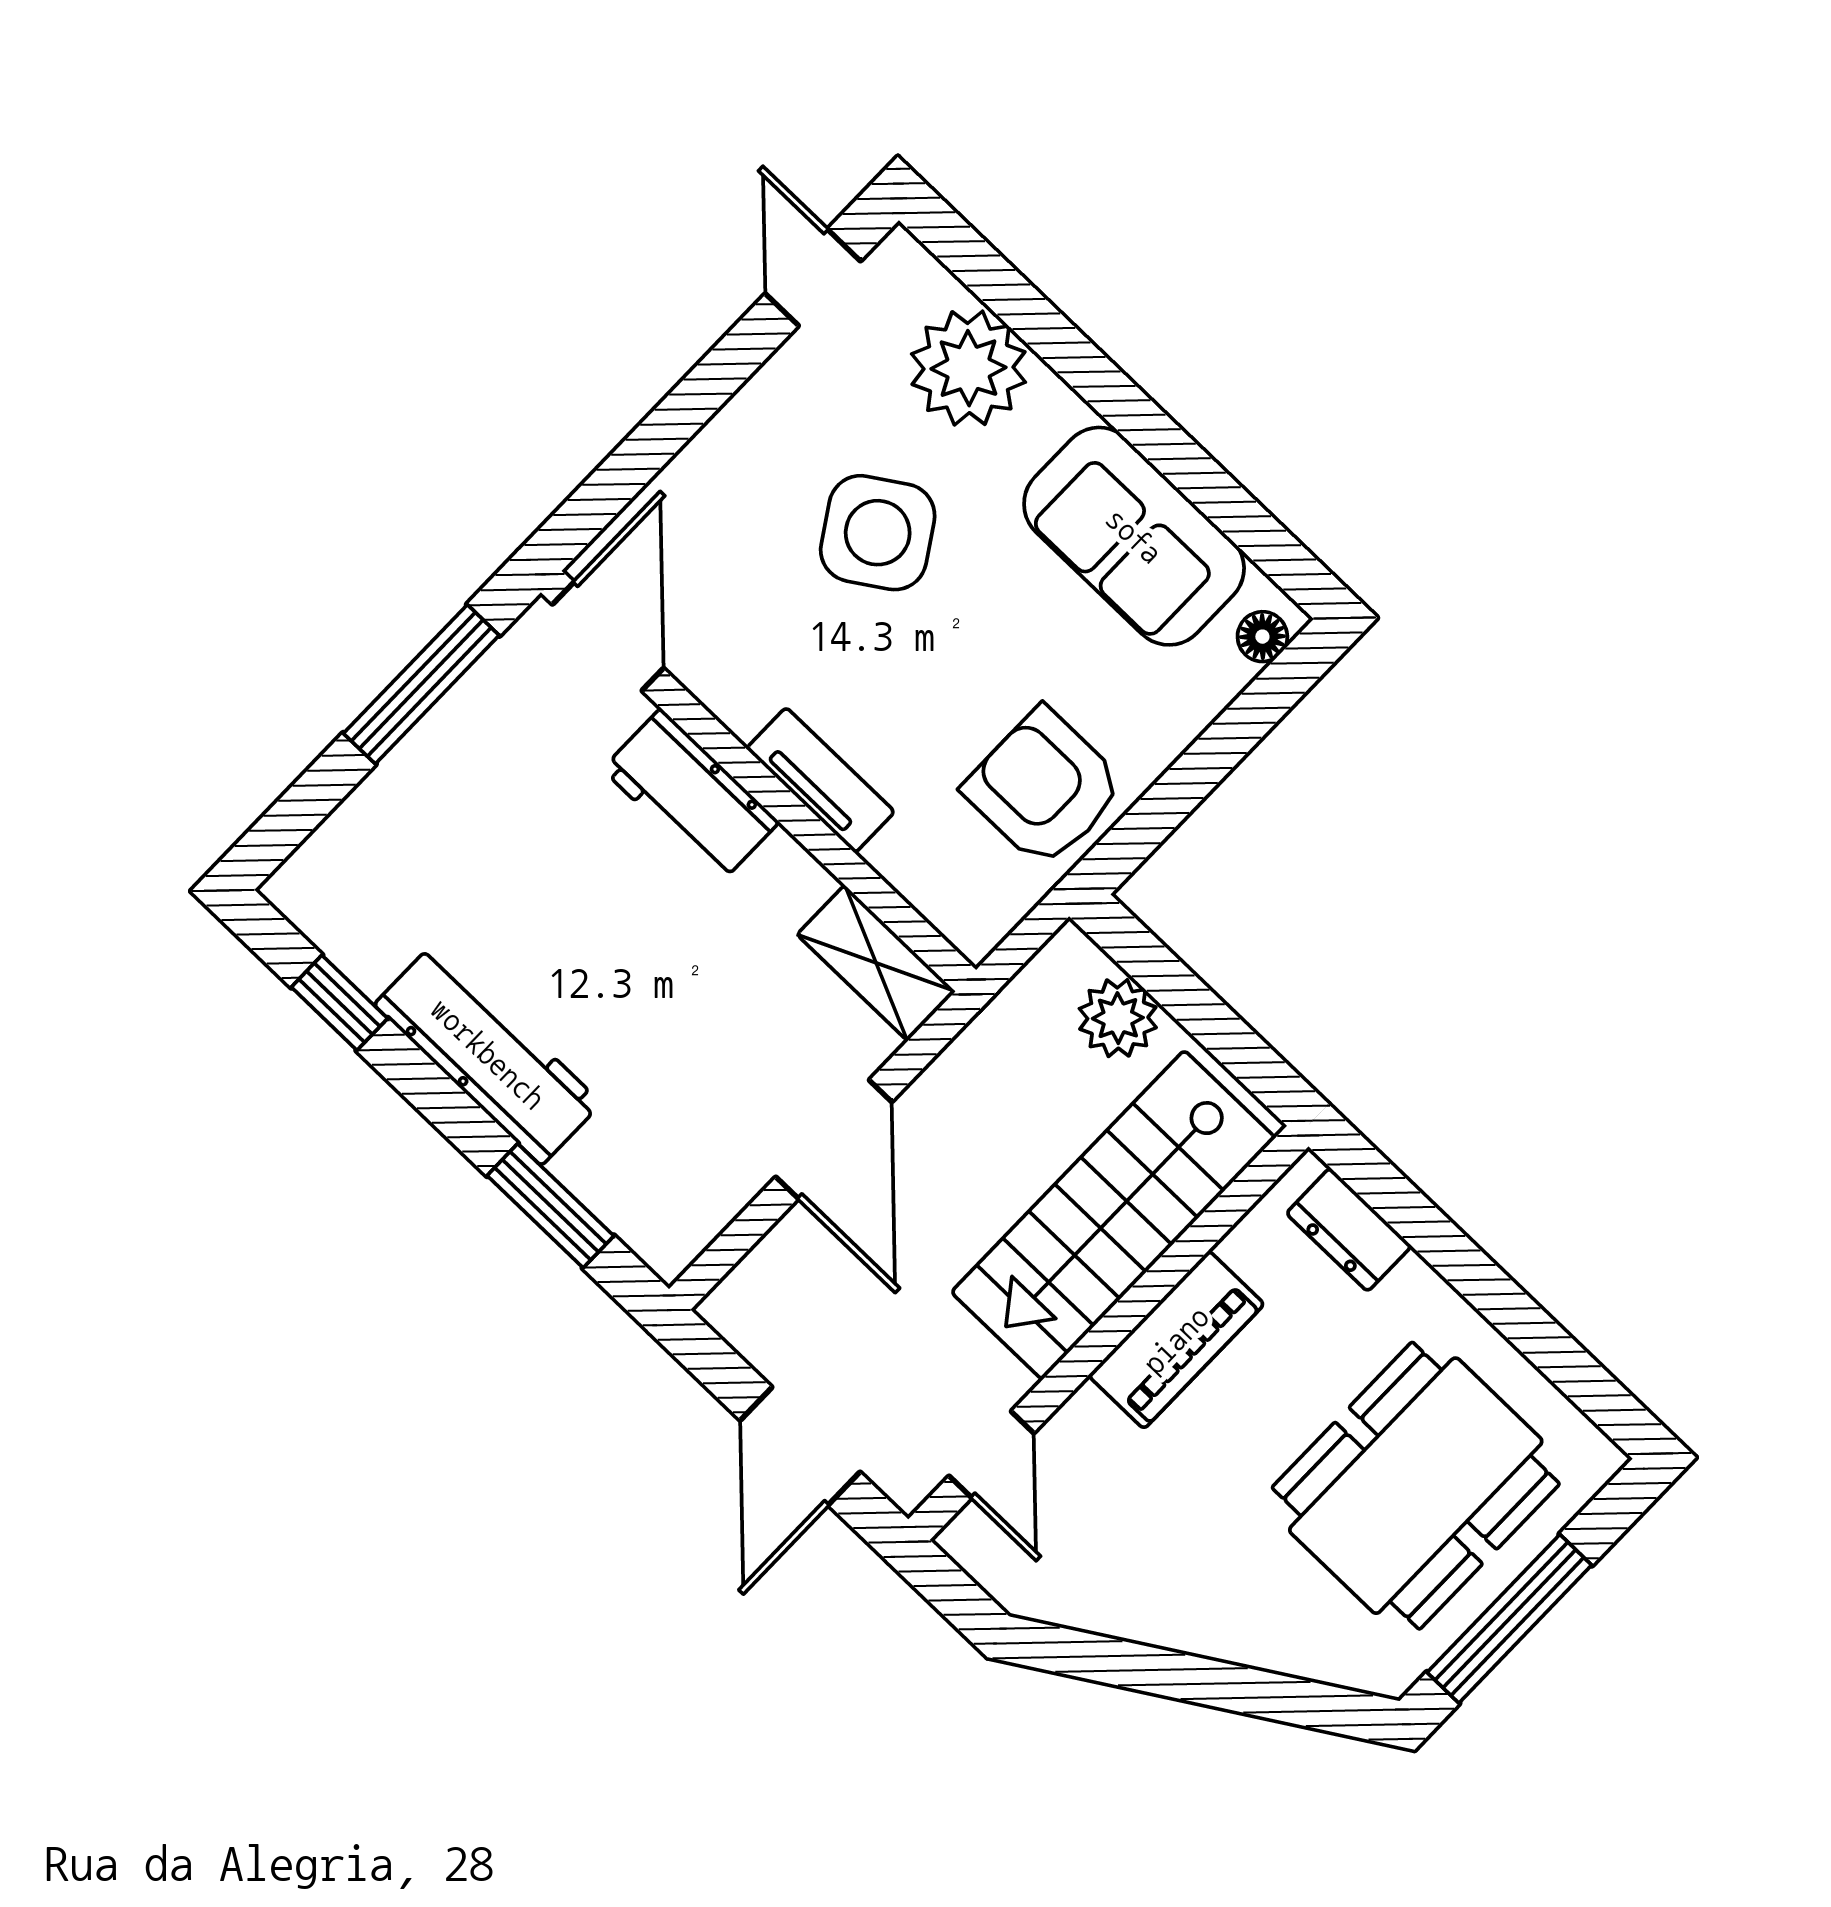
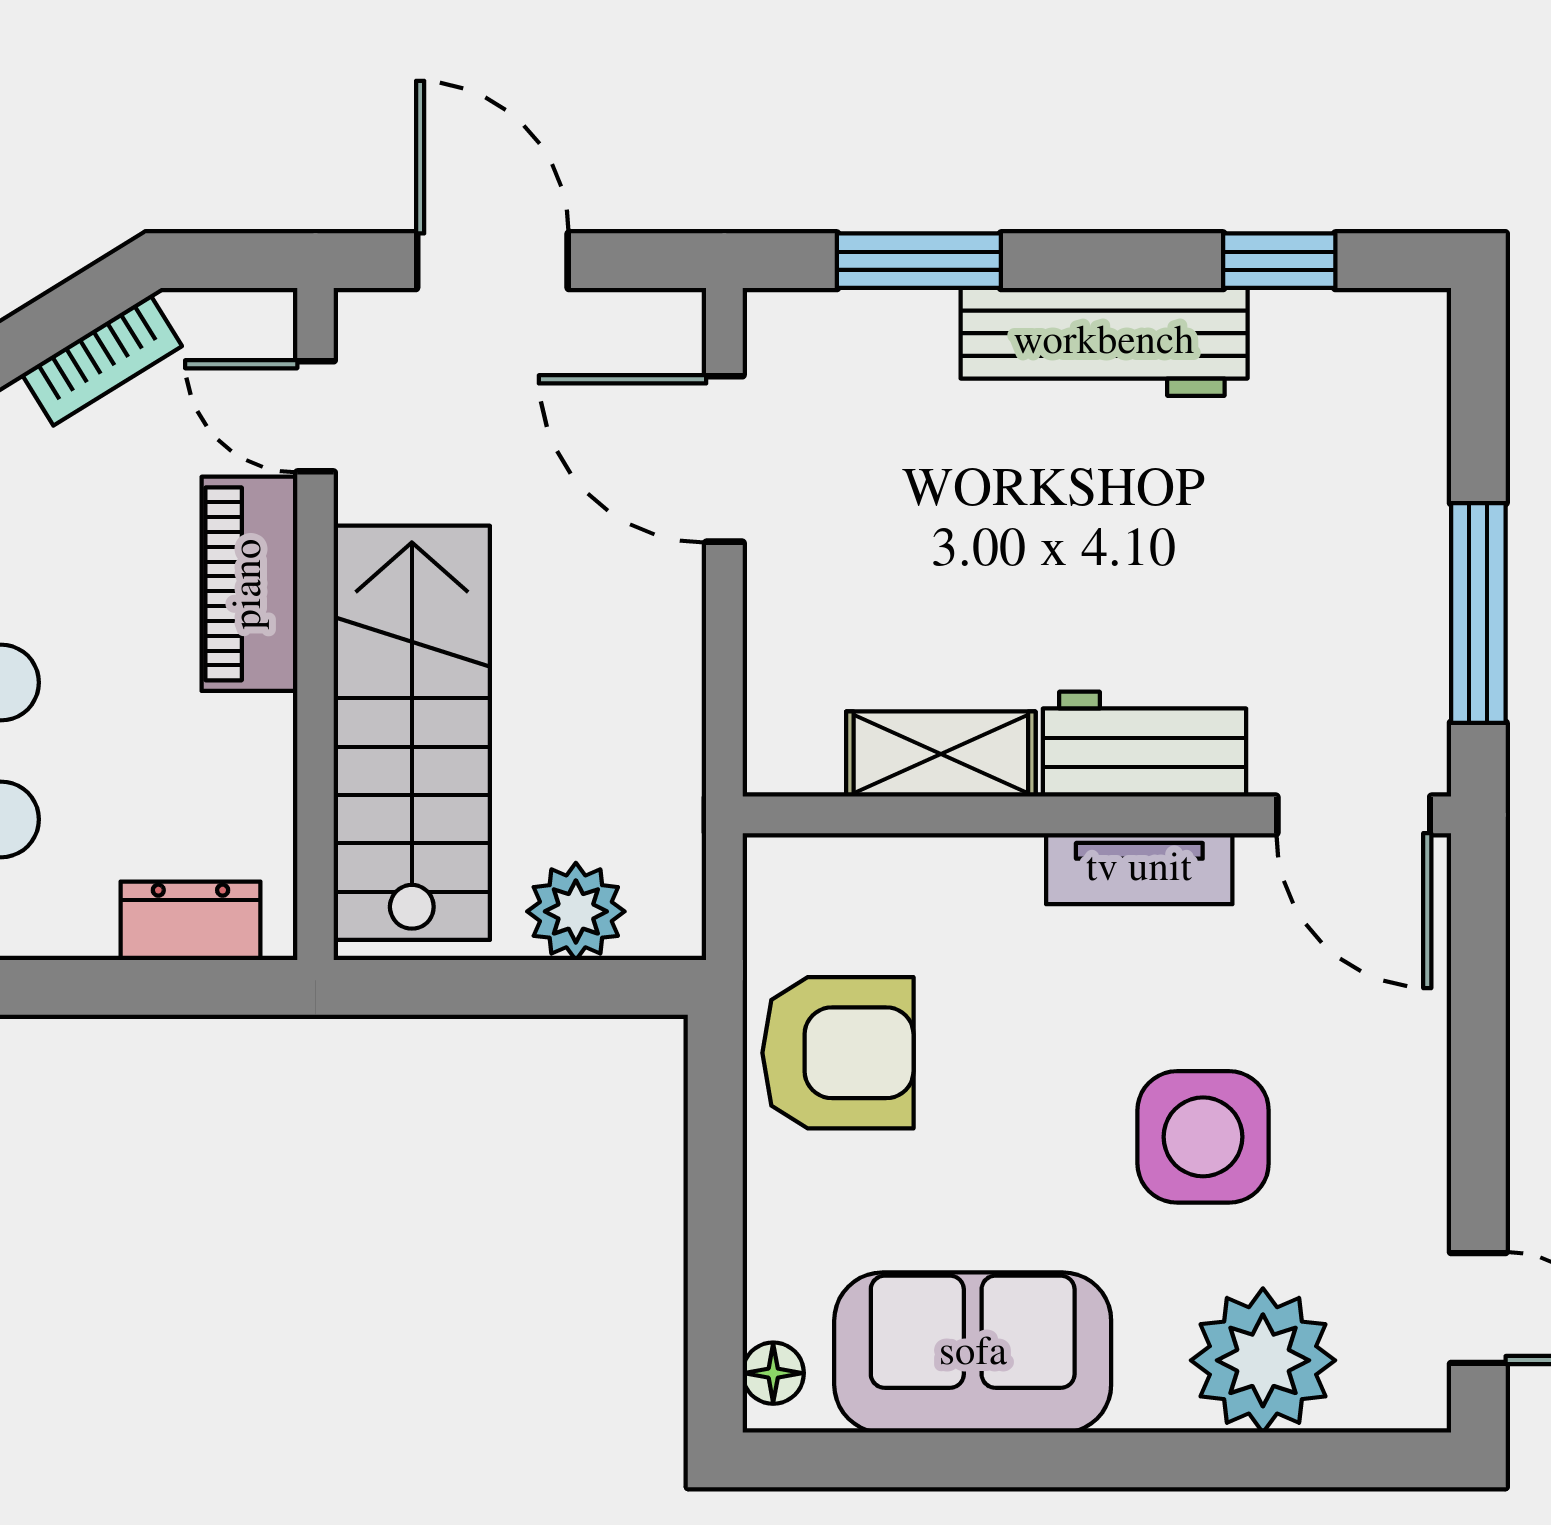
side table: (878, 533) -> (1203, 1137), turned 33
tv unit: (820, 780) -> (1139, 869), moved
shelving: (876, 963) -> (941, 754), moved
door: (834, 1139) -> (724, 459), moved
piano: (1176, 1340) -> (249, 584), moved
bookcase: (1085, 1608) -> (102, 360), added

